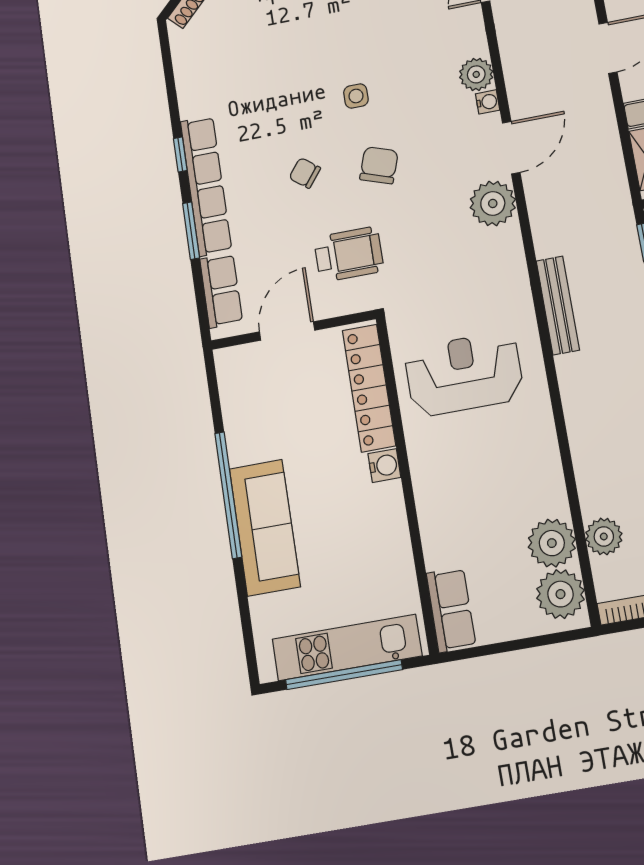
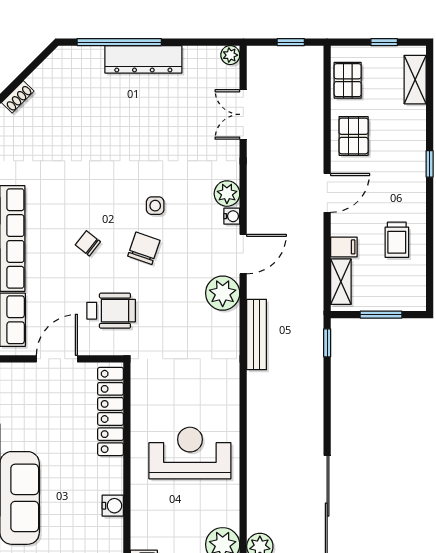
side table: (356, 96) -> (155, 206), moved
bench: (558, 305) -> (257, 334), moved
reception desk: (464, 374) -> (190, 453), moved
water cooler: (384, 466) -> (113, 506), moved

